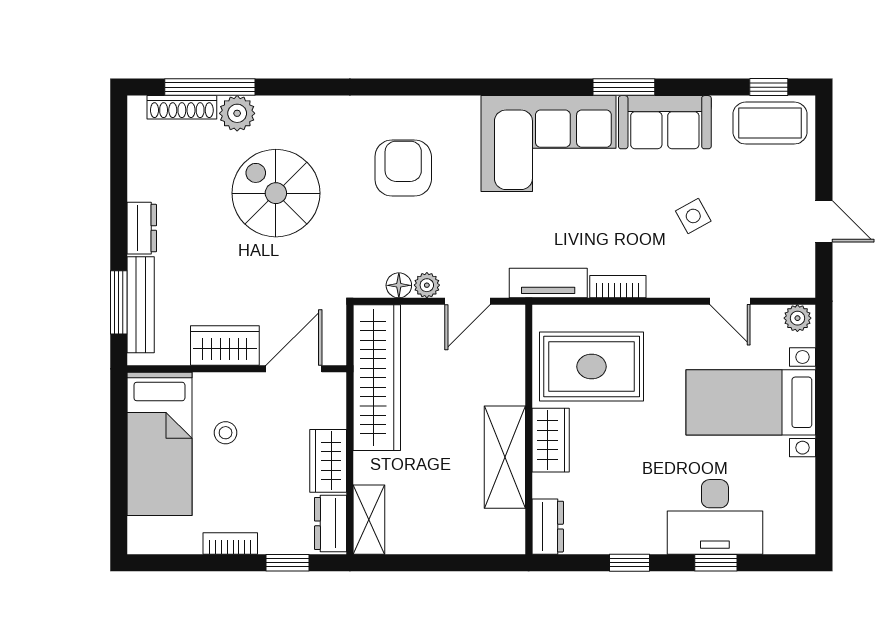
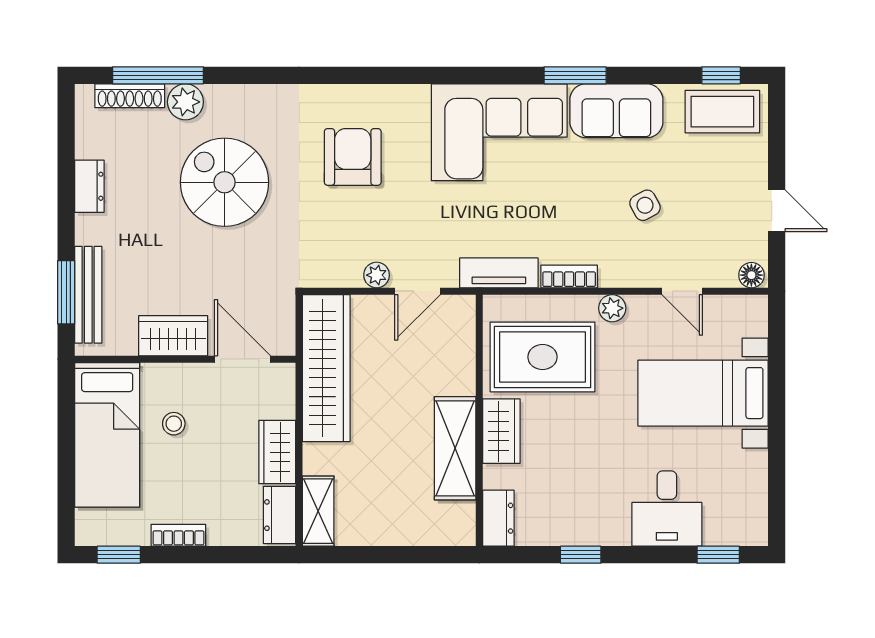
dresser: (142, 228) -> (89, 186), moved
floor lamp: (399, 285) -> (751, 275), moved
plant: (797, 318) -> (612, 308), moved
door: (294, 369) -> (243, 359), hinge flipped
desk: (715, 517) -> (667, 508), width x0.73
window: (288, 563) -> (119, 555), moved
window: (716, 563) -> (718, 555), moved

